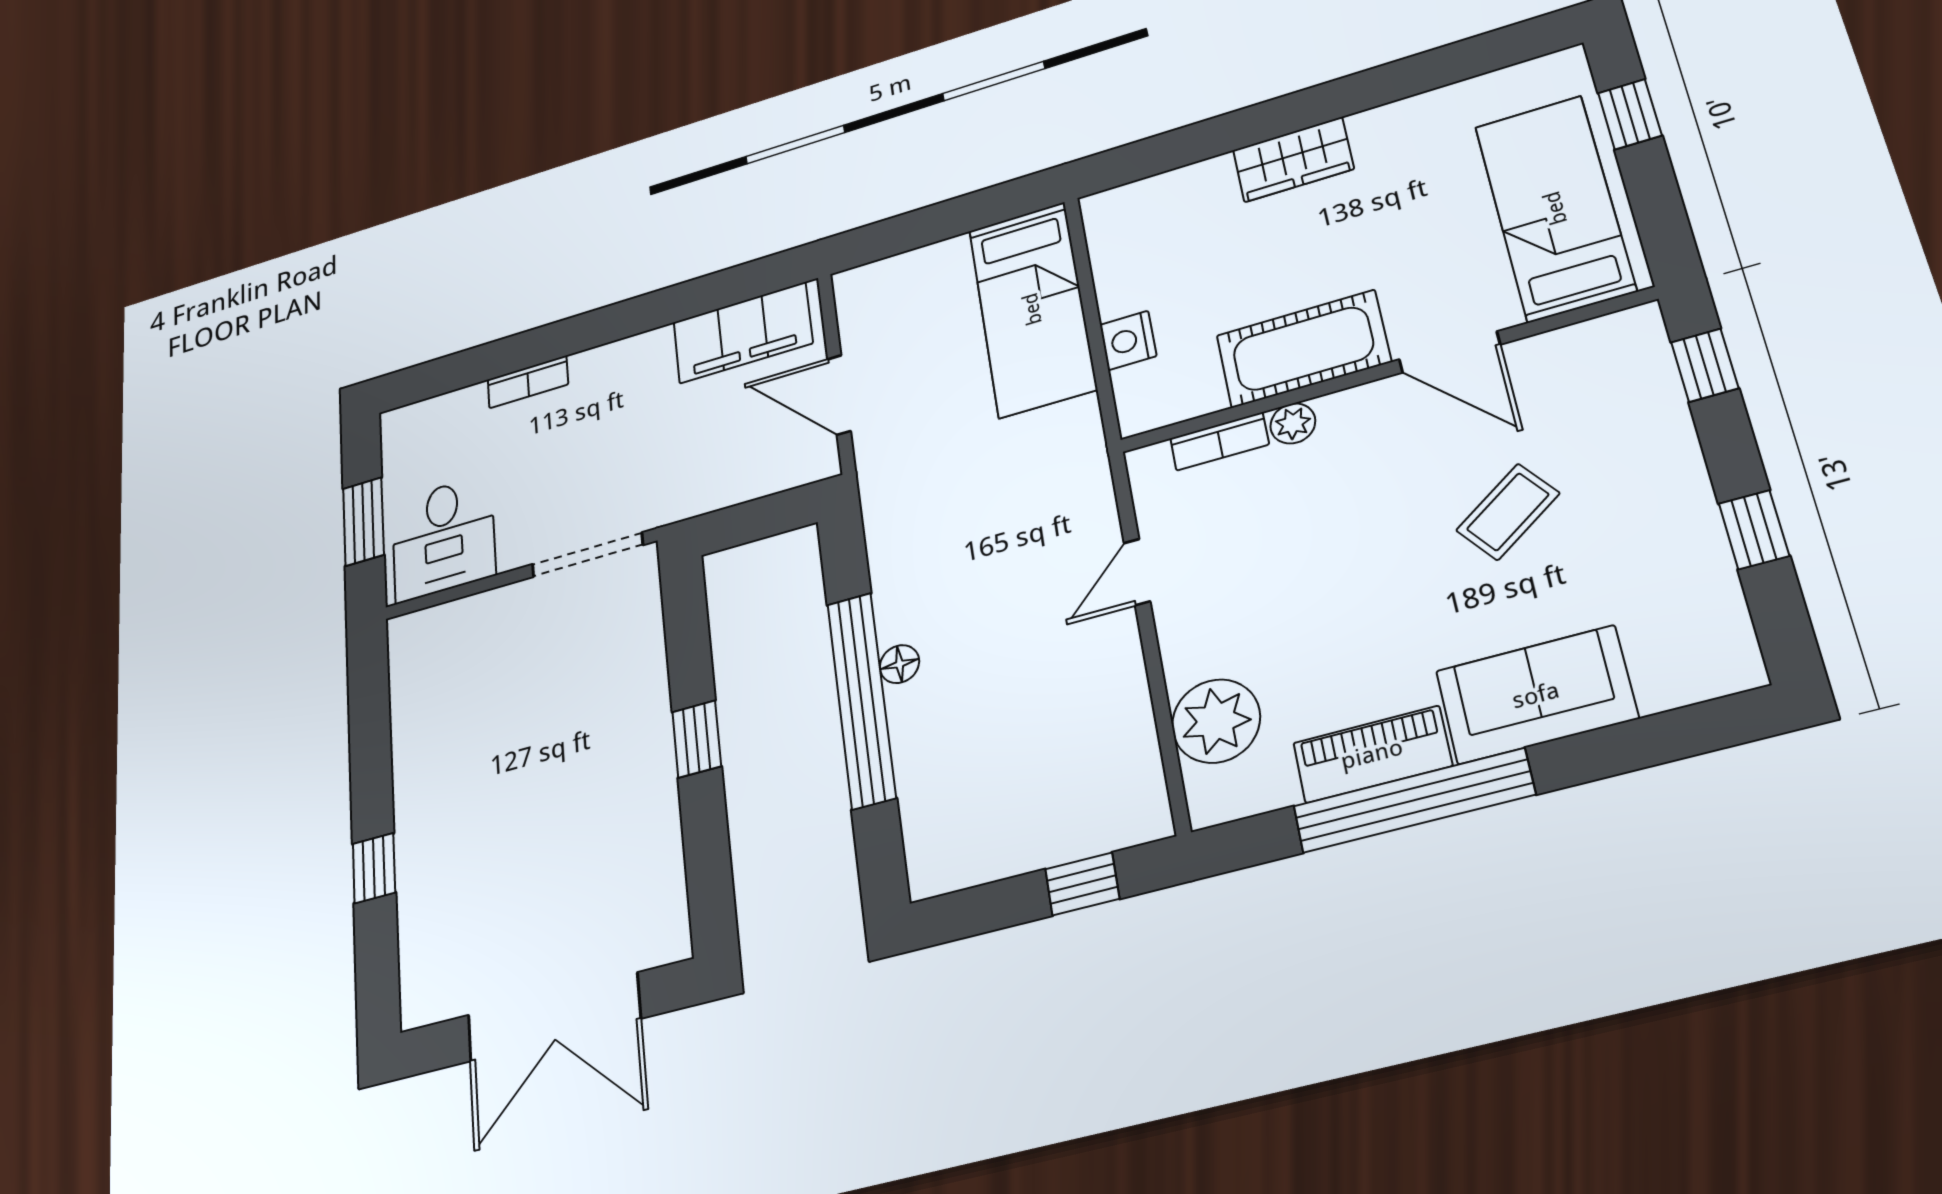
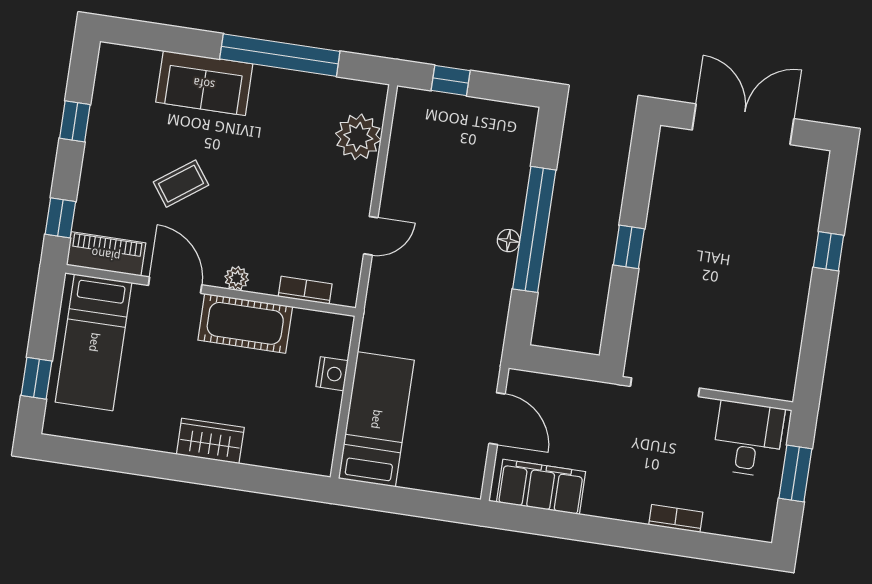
plant: (1293, 424) -> (237, 278), moved
piano: (1372, 754) -> (106, 254), moved, turned 180

